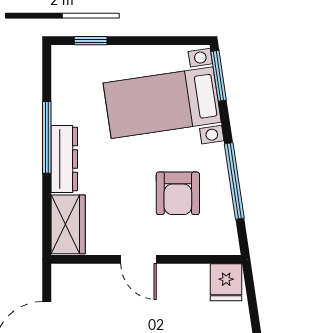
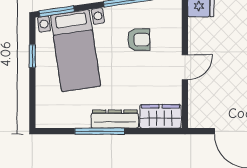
window: (91, 41) -> (32, 56), moved
armchair: (178, 193) -> (139, 40), width x0.72, depth x0.72

